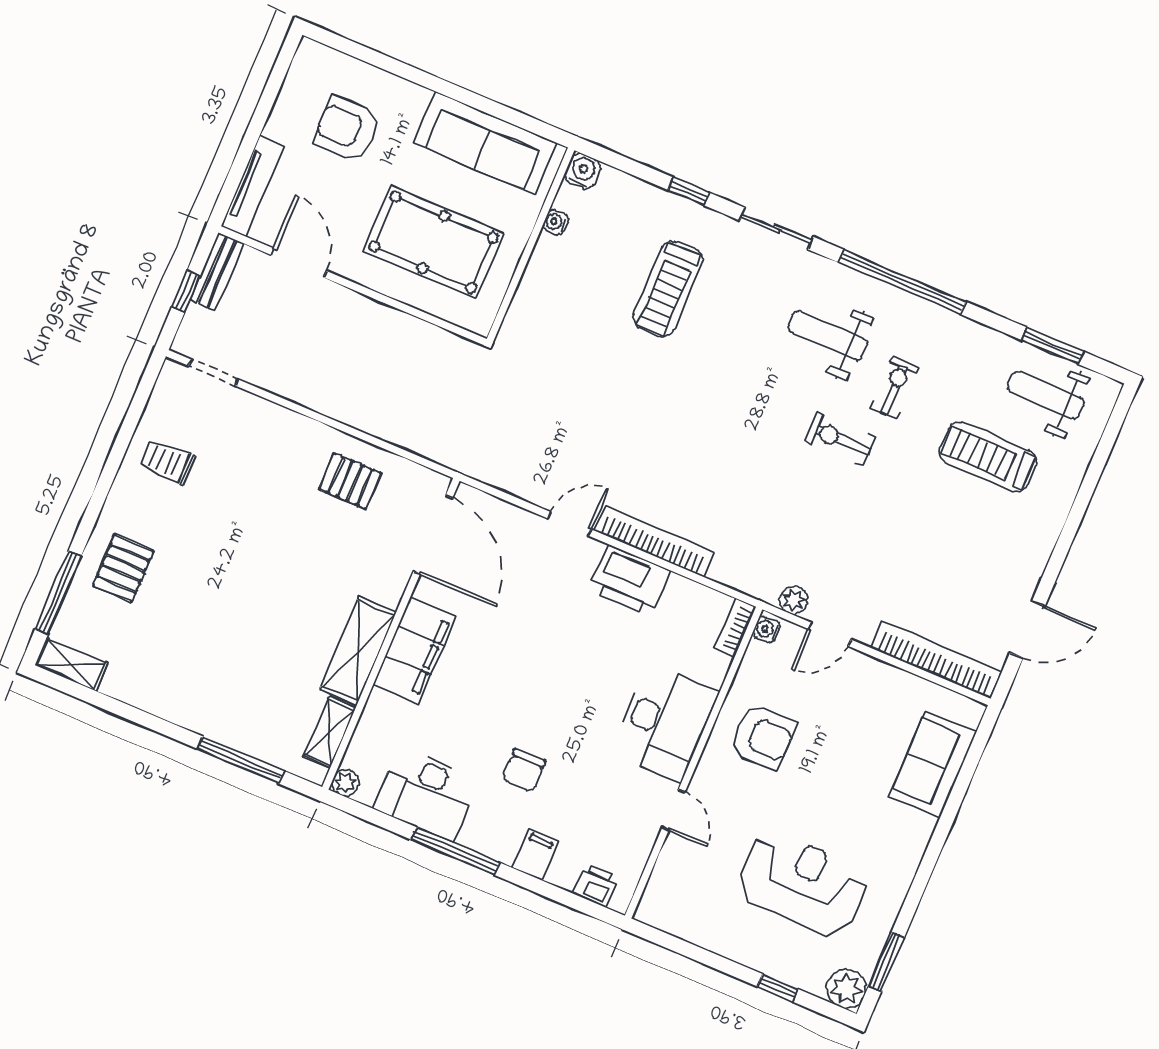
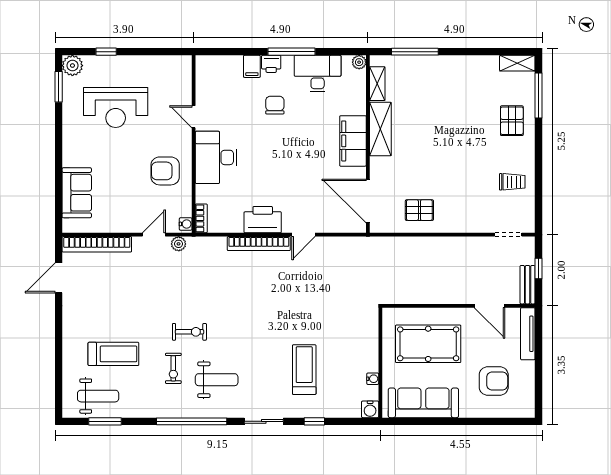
printer: (595, 885) -> (271, 64), moved

